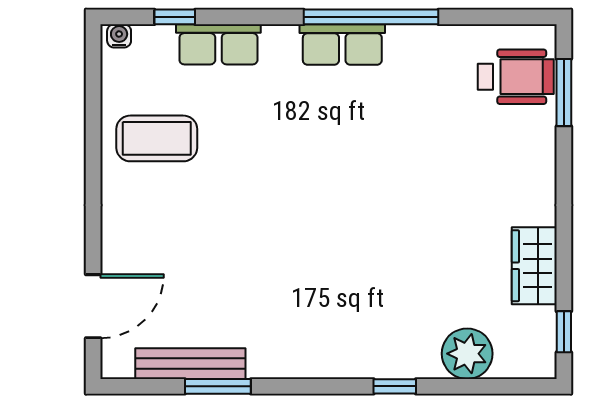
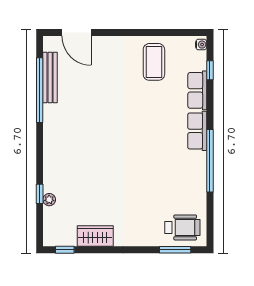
row of seats: (342, 45) -> (197, 131), moved
wheelchair: (516, 77) -> (182, 227), turned -90
plant: (467, 354) -> (49, 200), width x0.53, depth x0.53
window: (218, 386) -> (40, 90), width x2.11
window: (395, 386) -> (40, 194), moved

